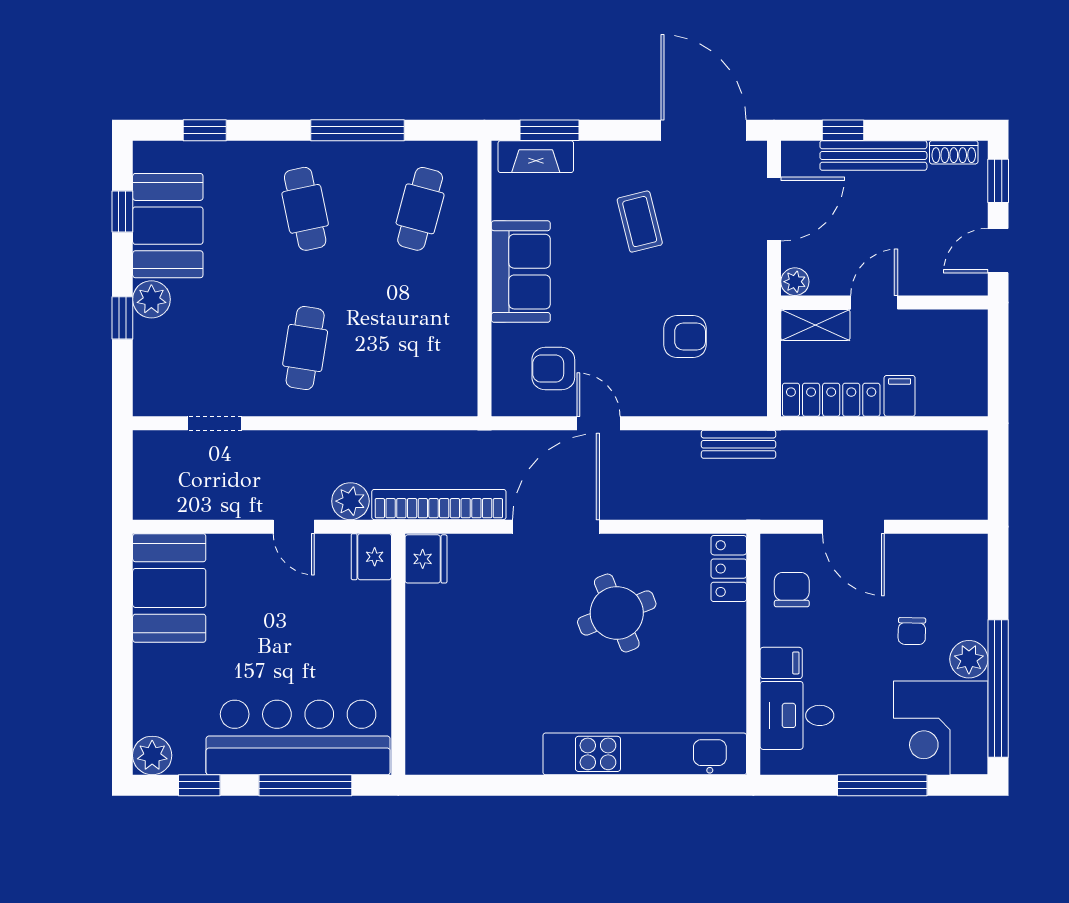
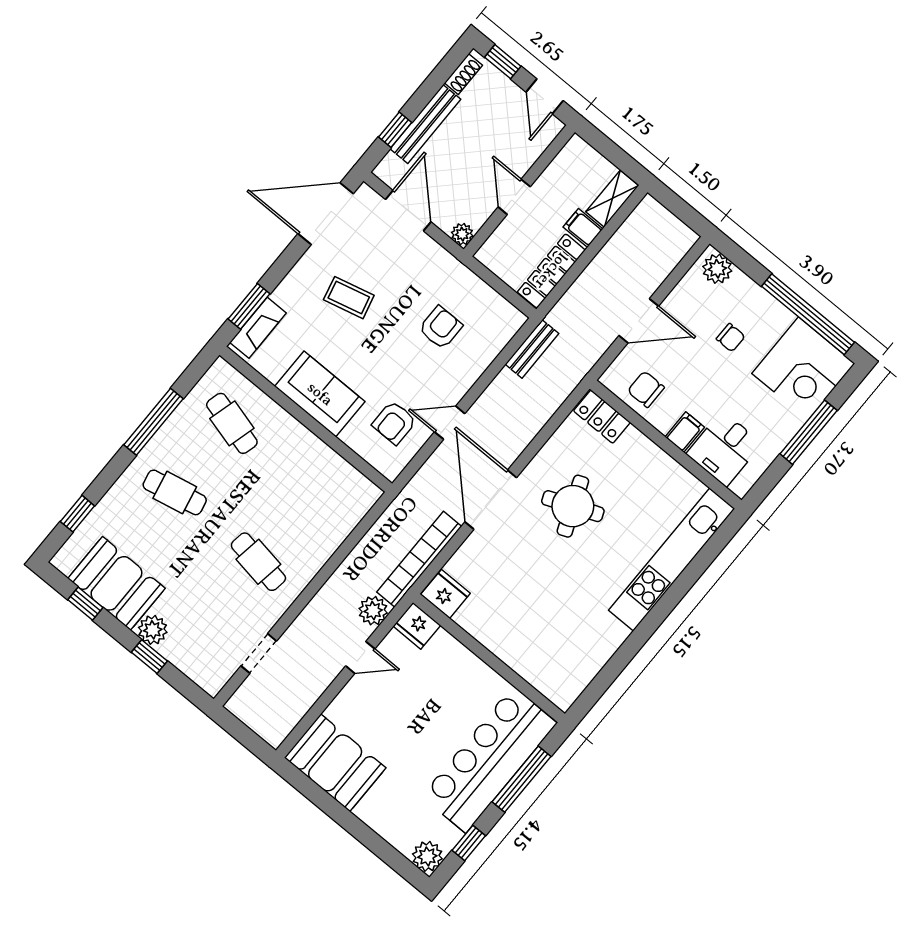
shelving: (815, 325) -> (612, 199), moved
plant: (969, 659) -> (717, 269), moved

